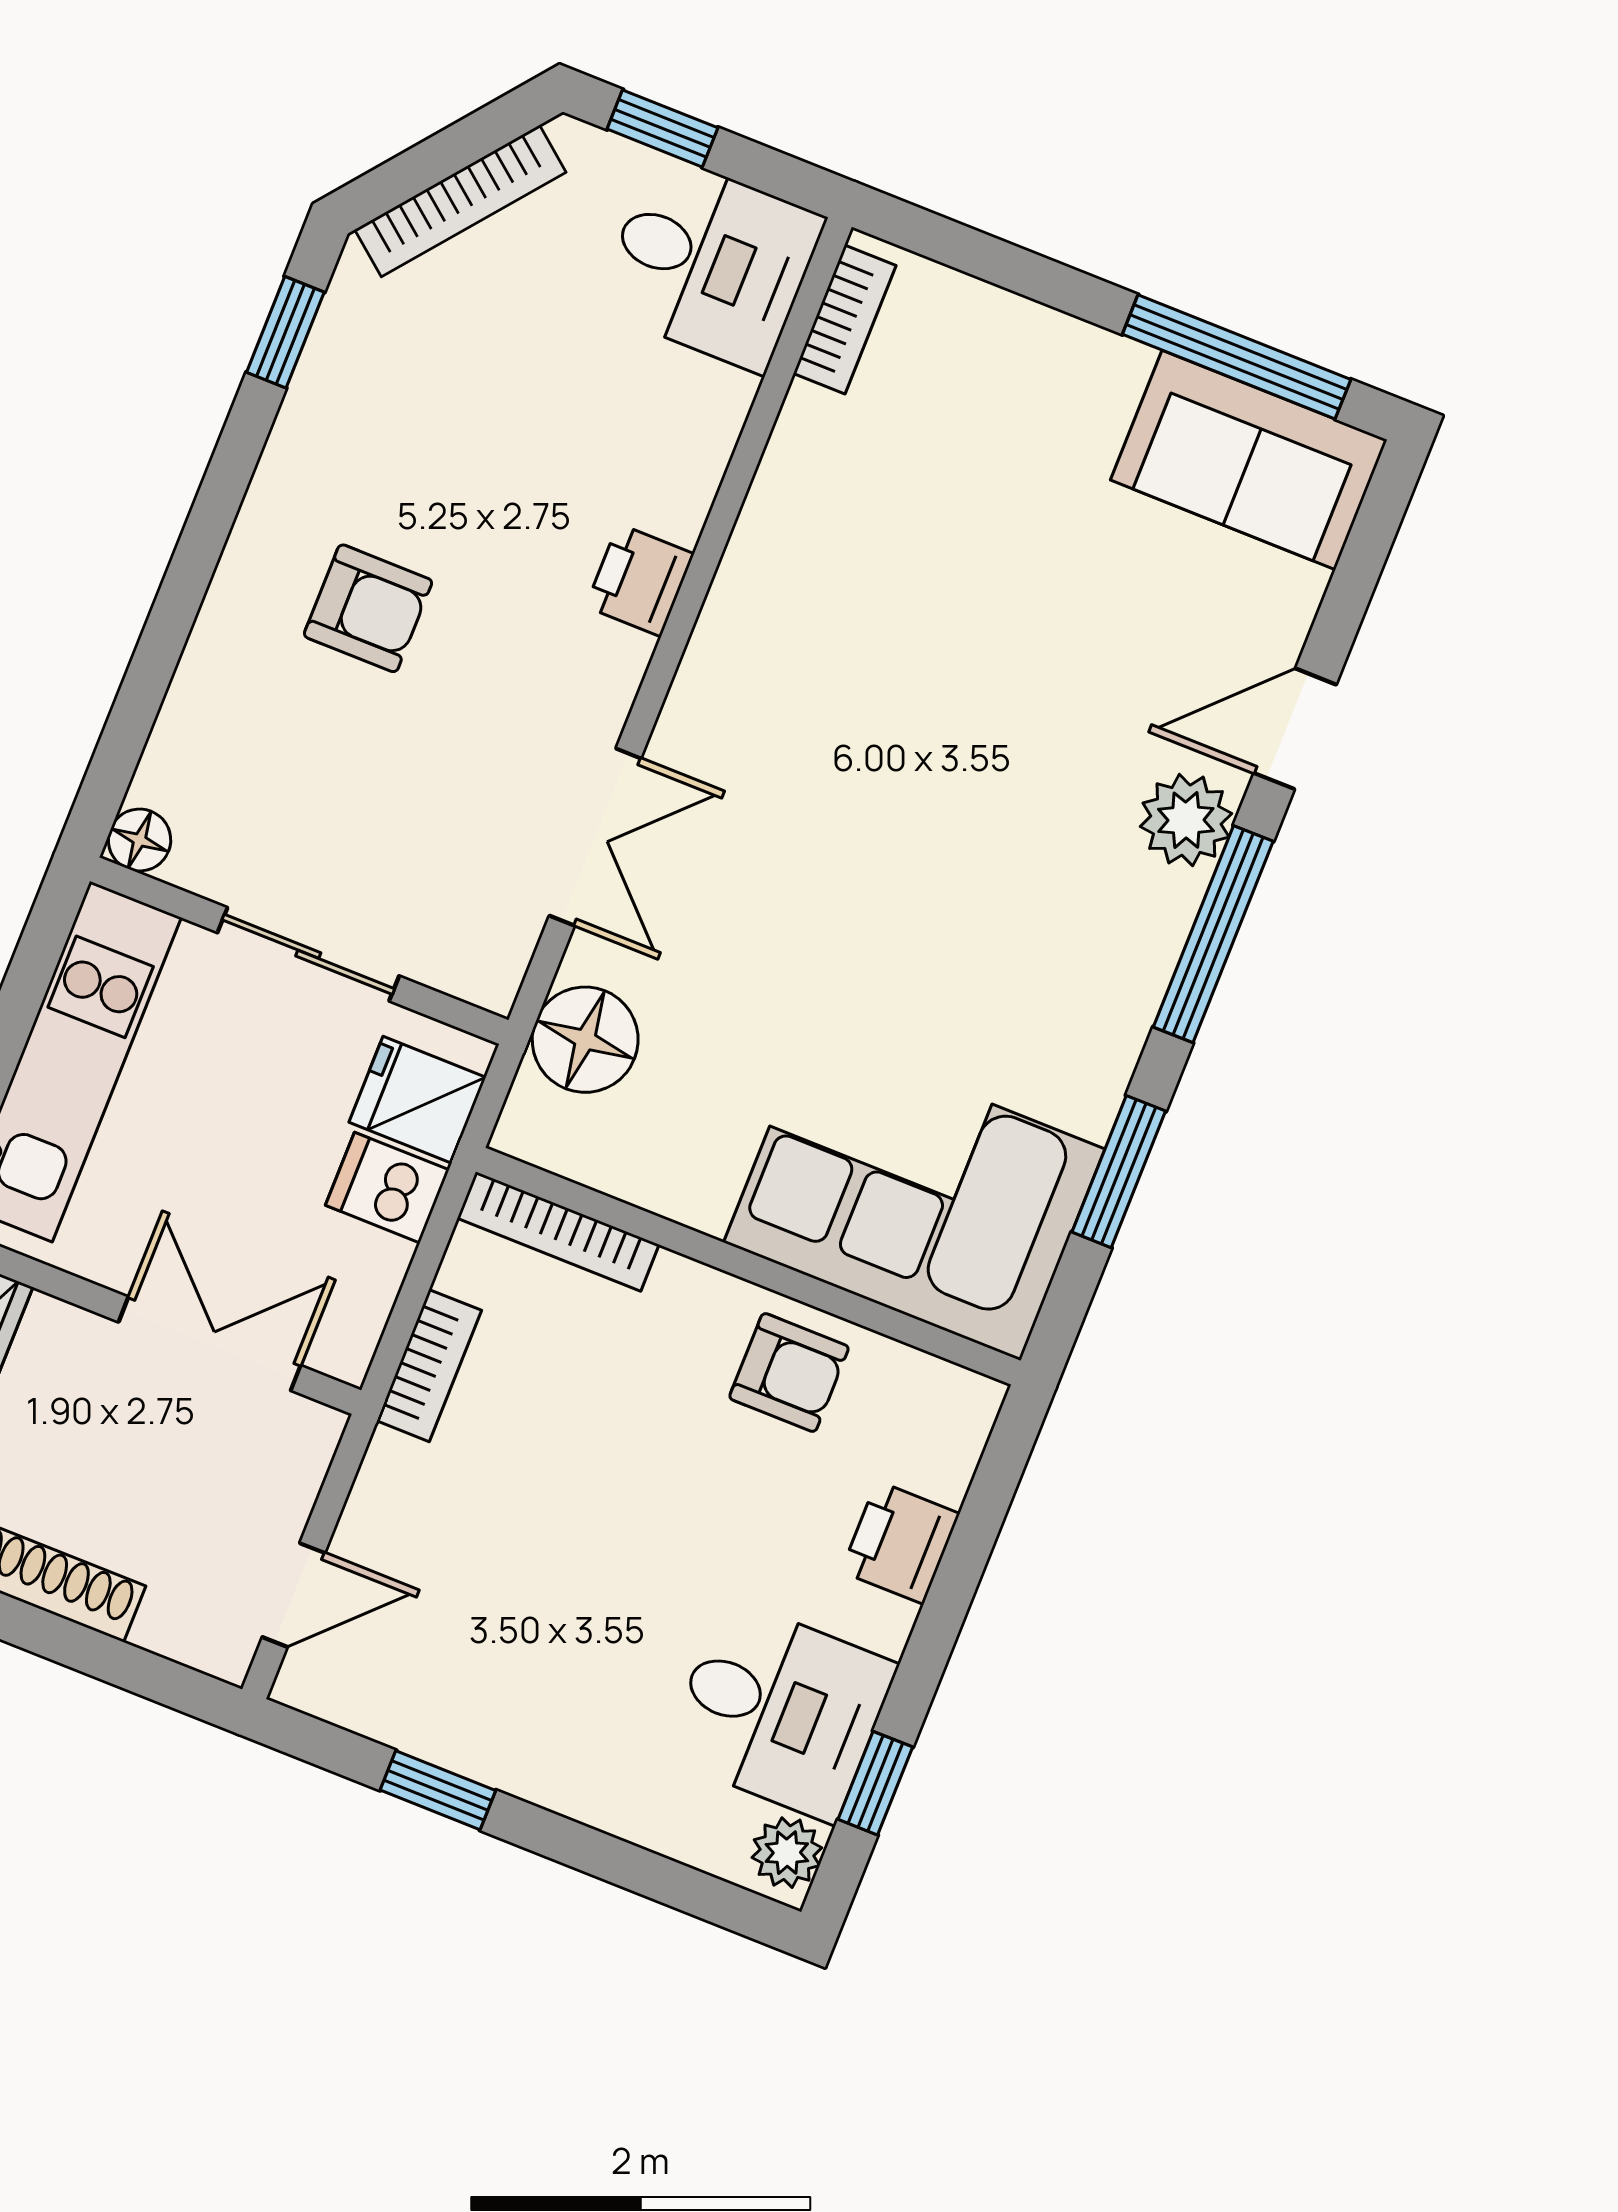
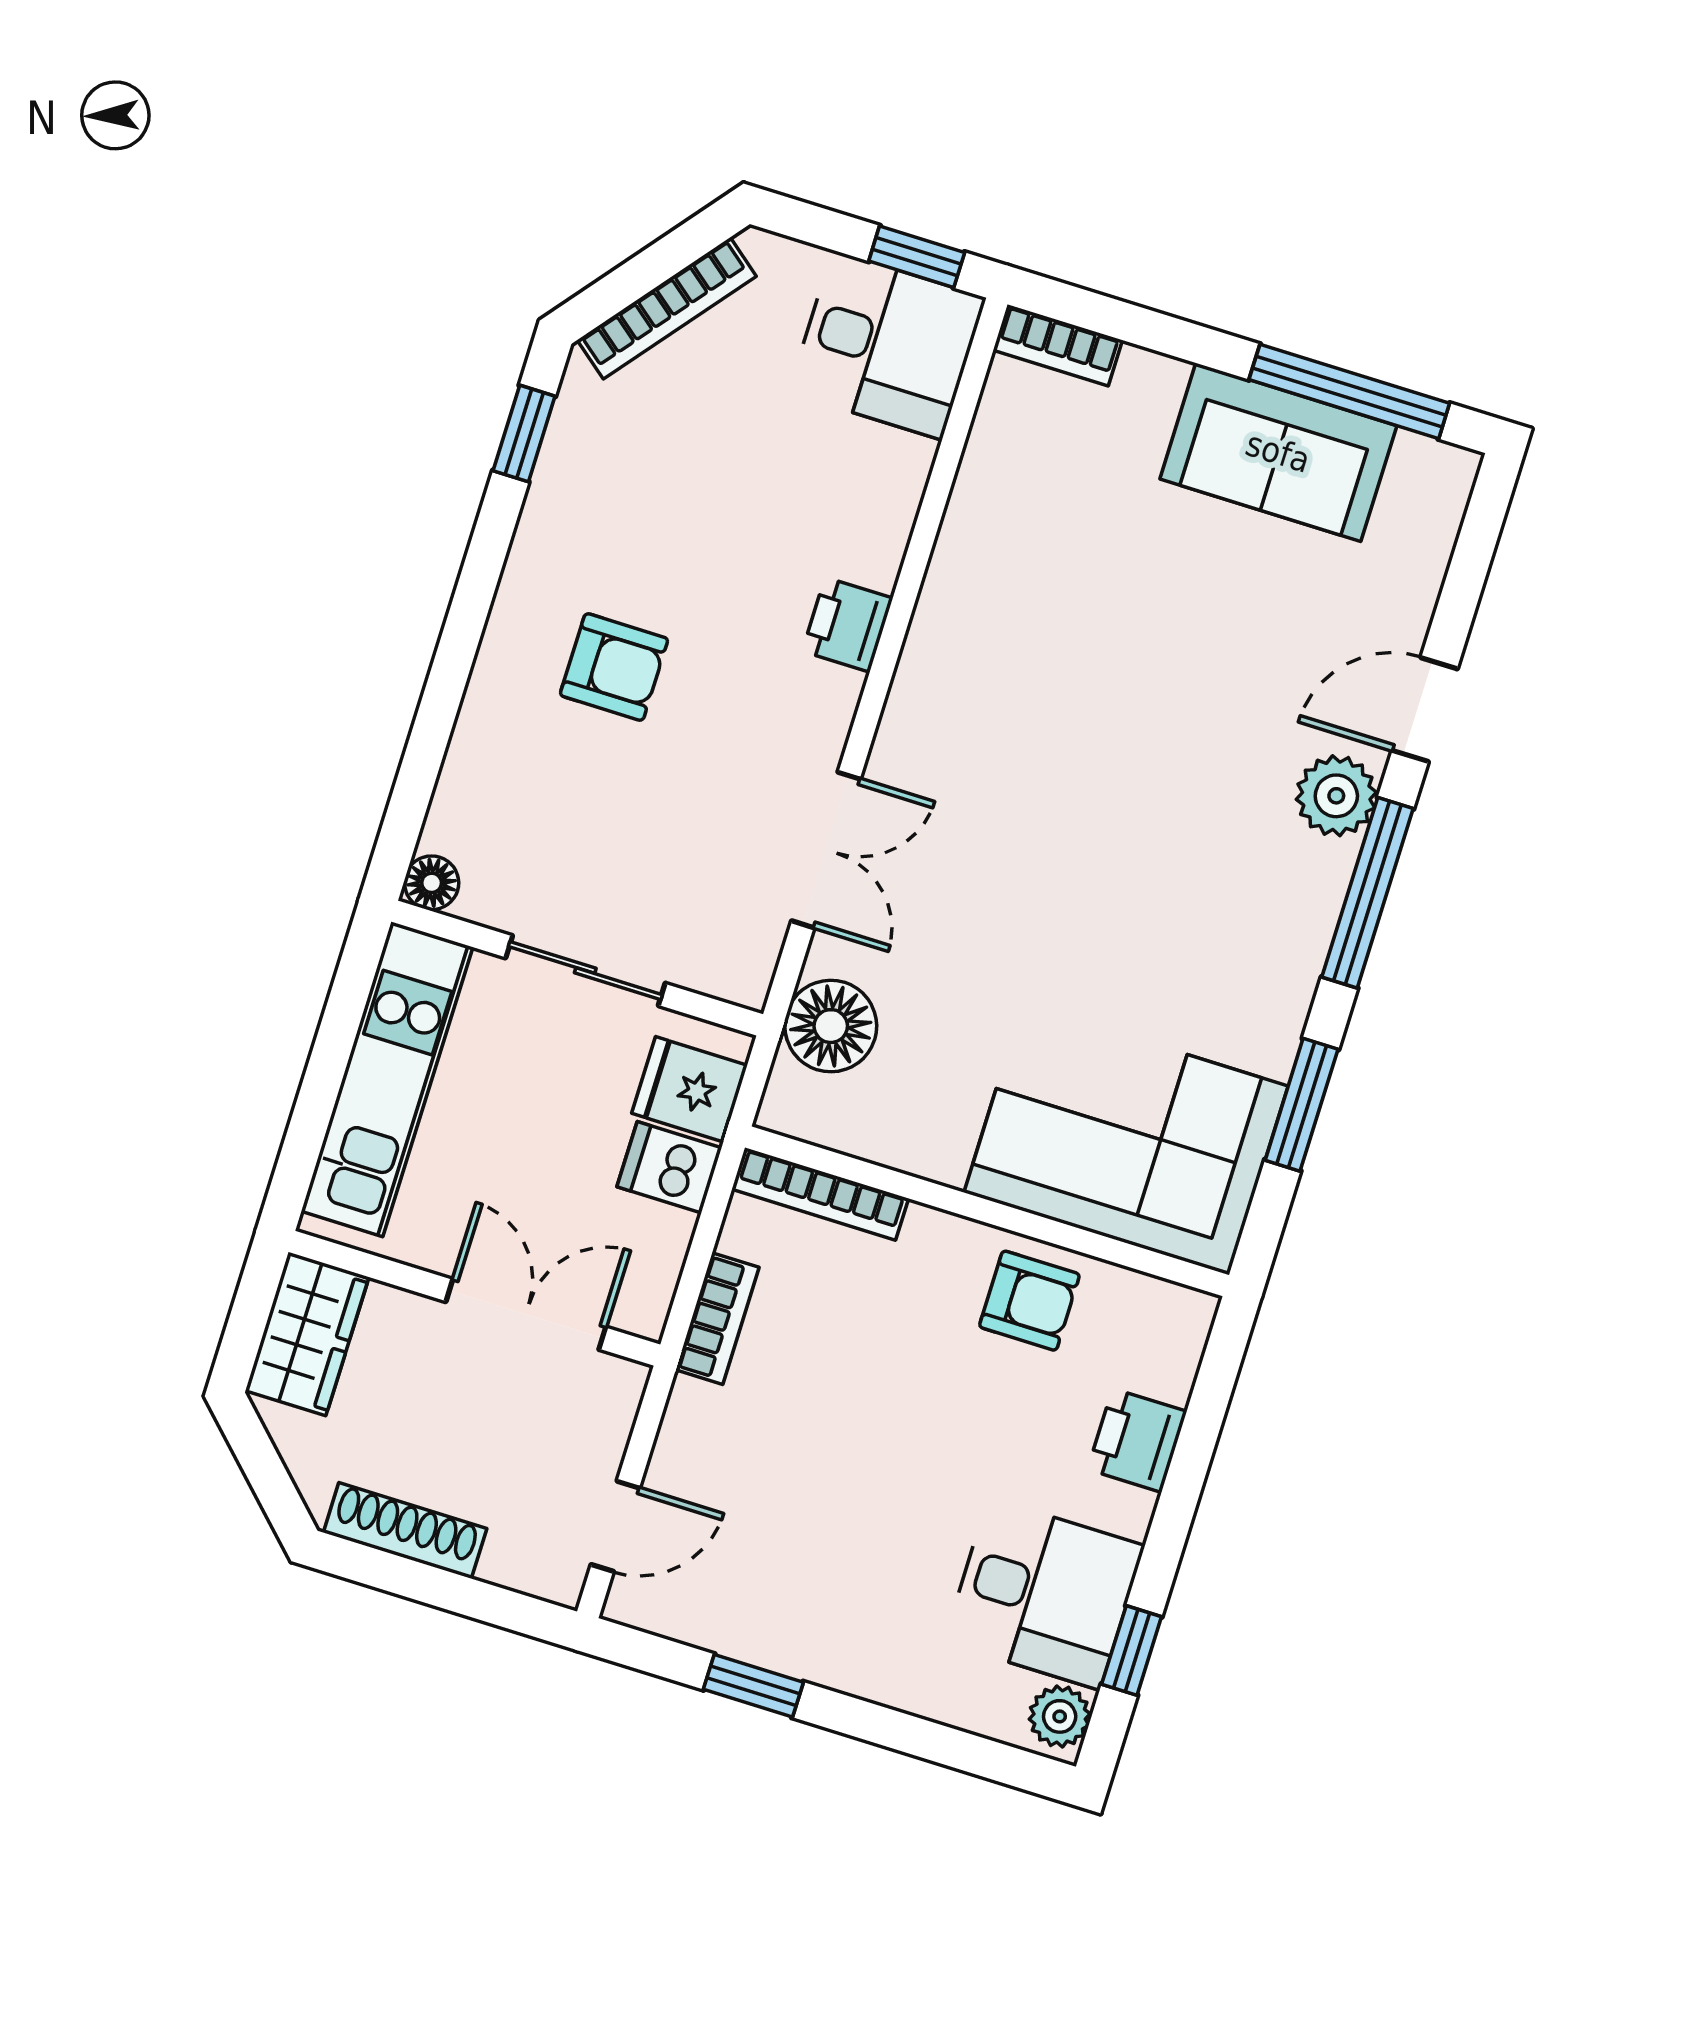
window: (662, 128) -> (917, 257), moved
bookcase: (845, 320) -> (1058, 345), moved, turned 90
sofa: (1249, 460) -> (1278, 452), moved

